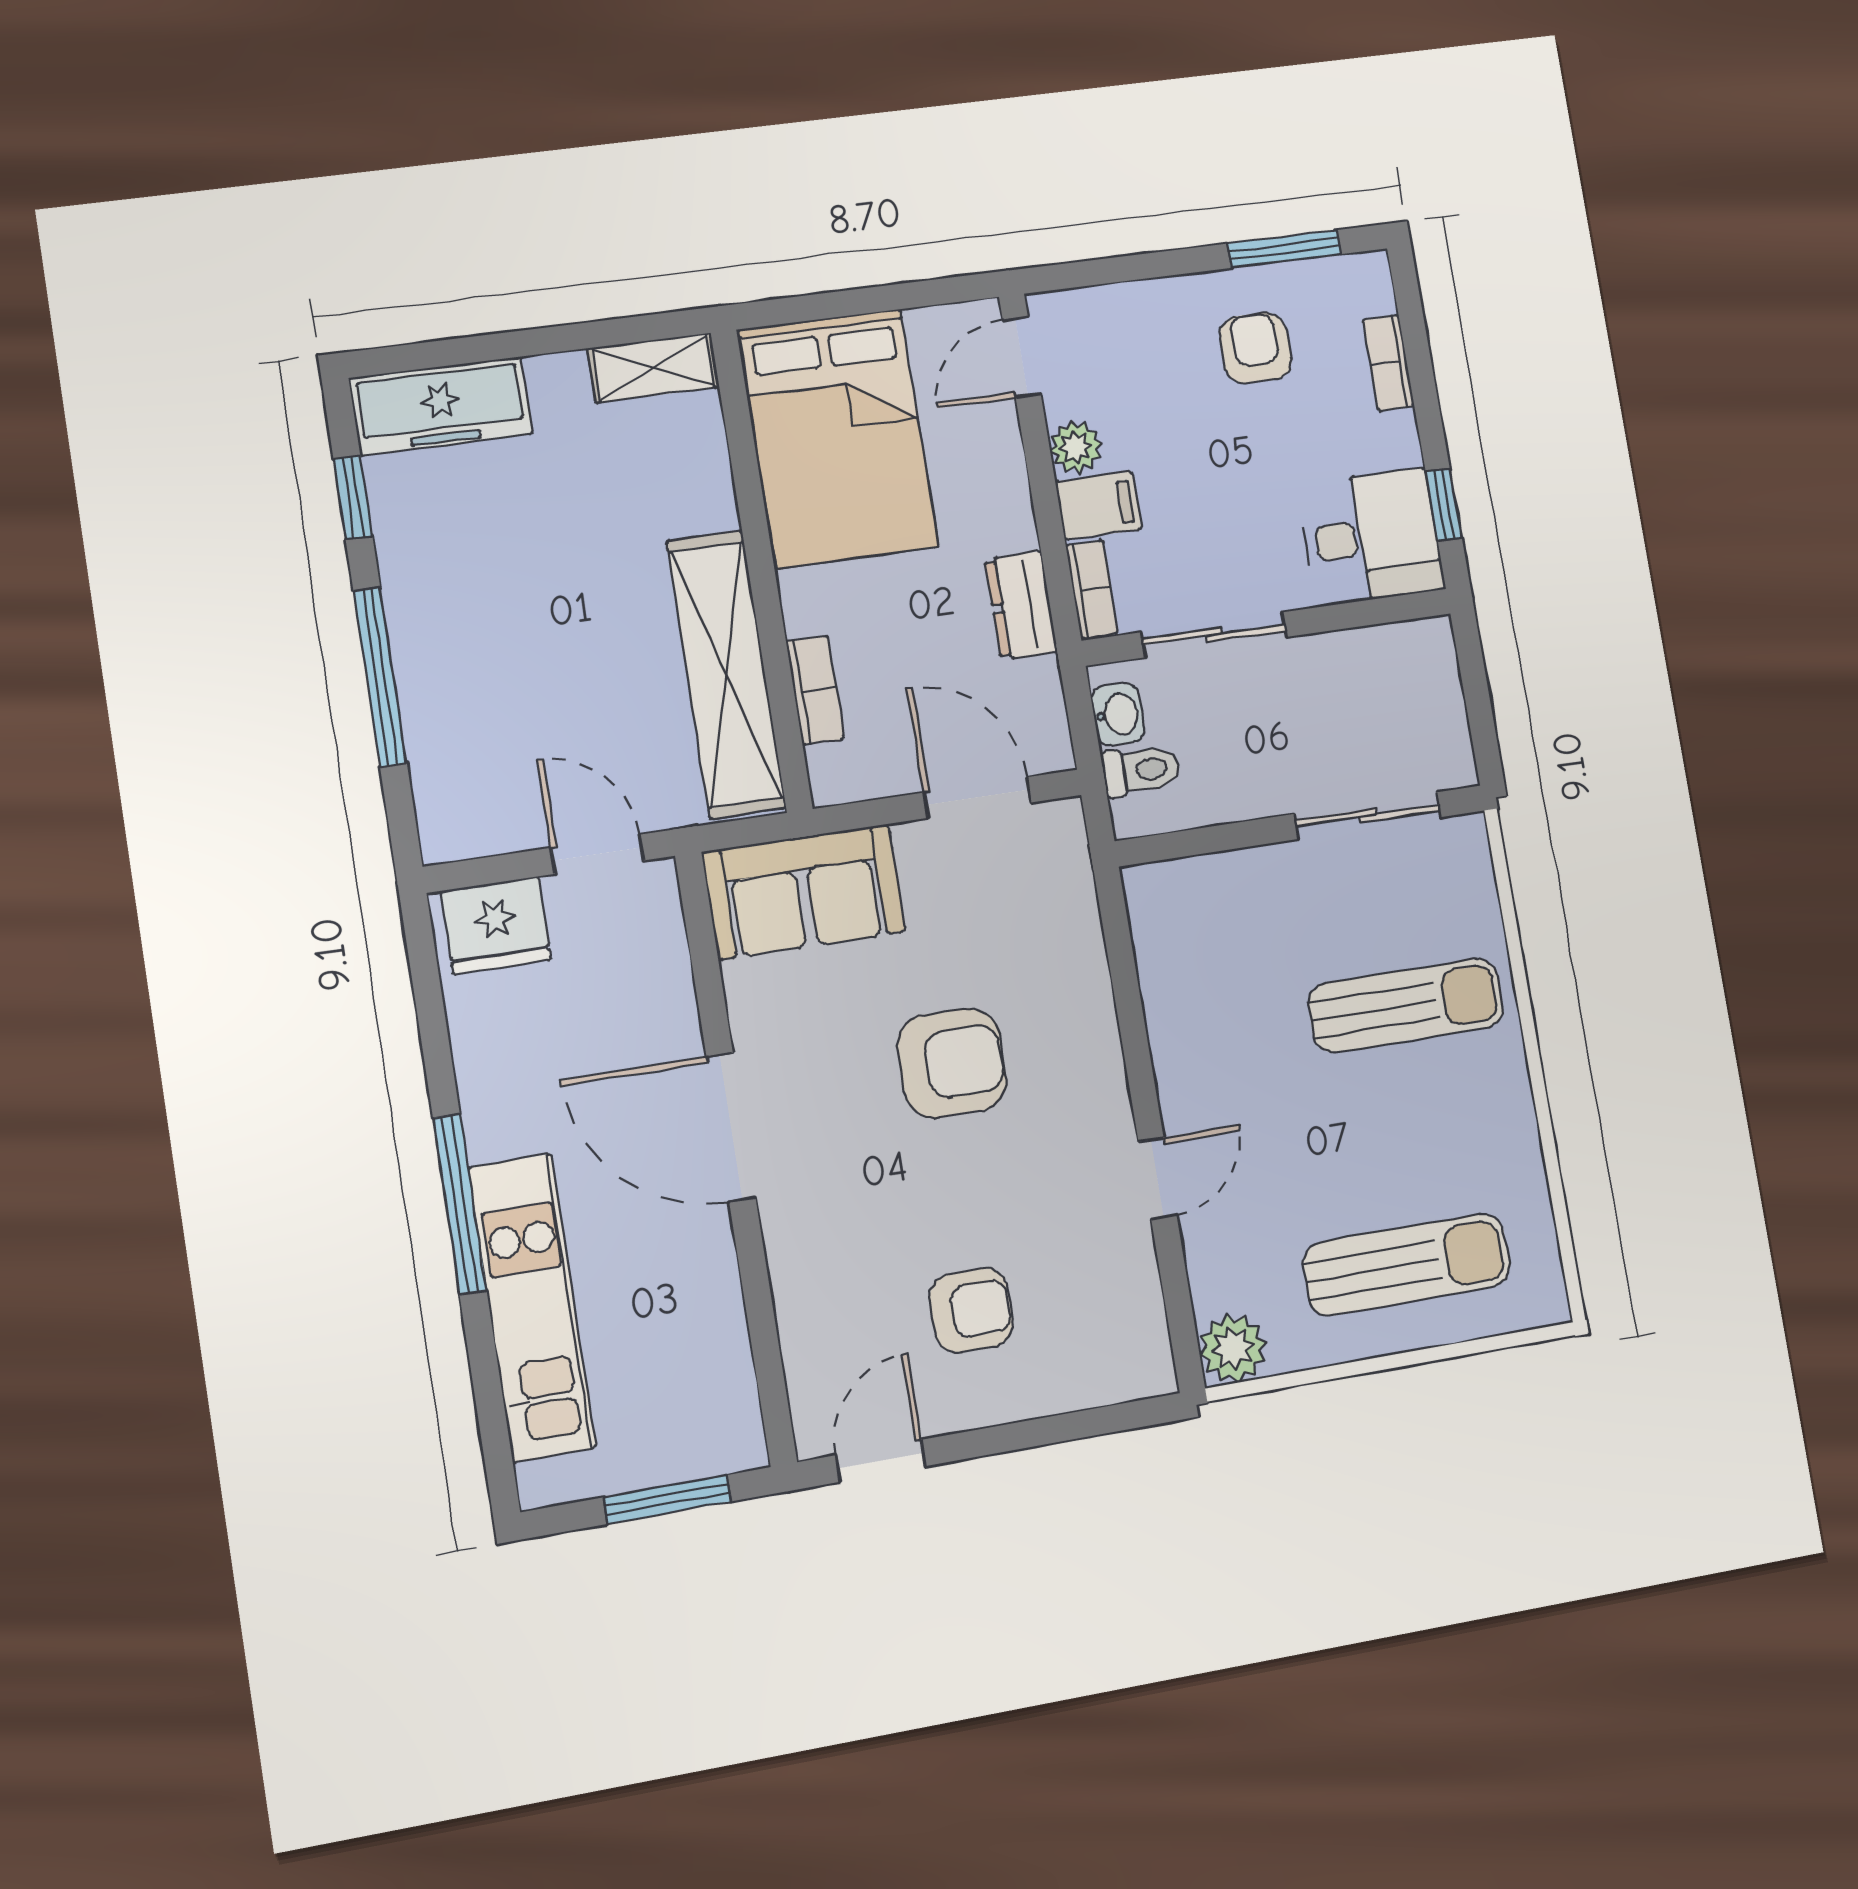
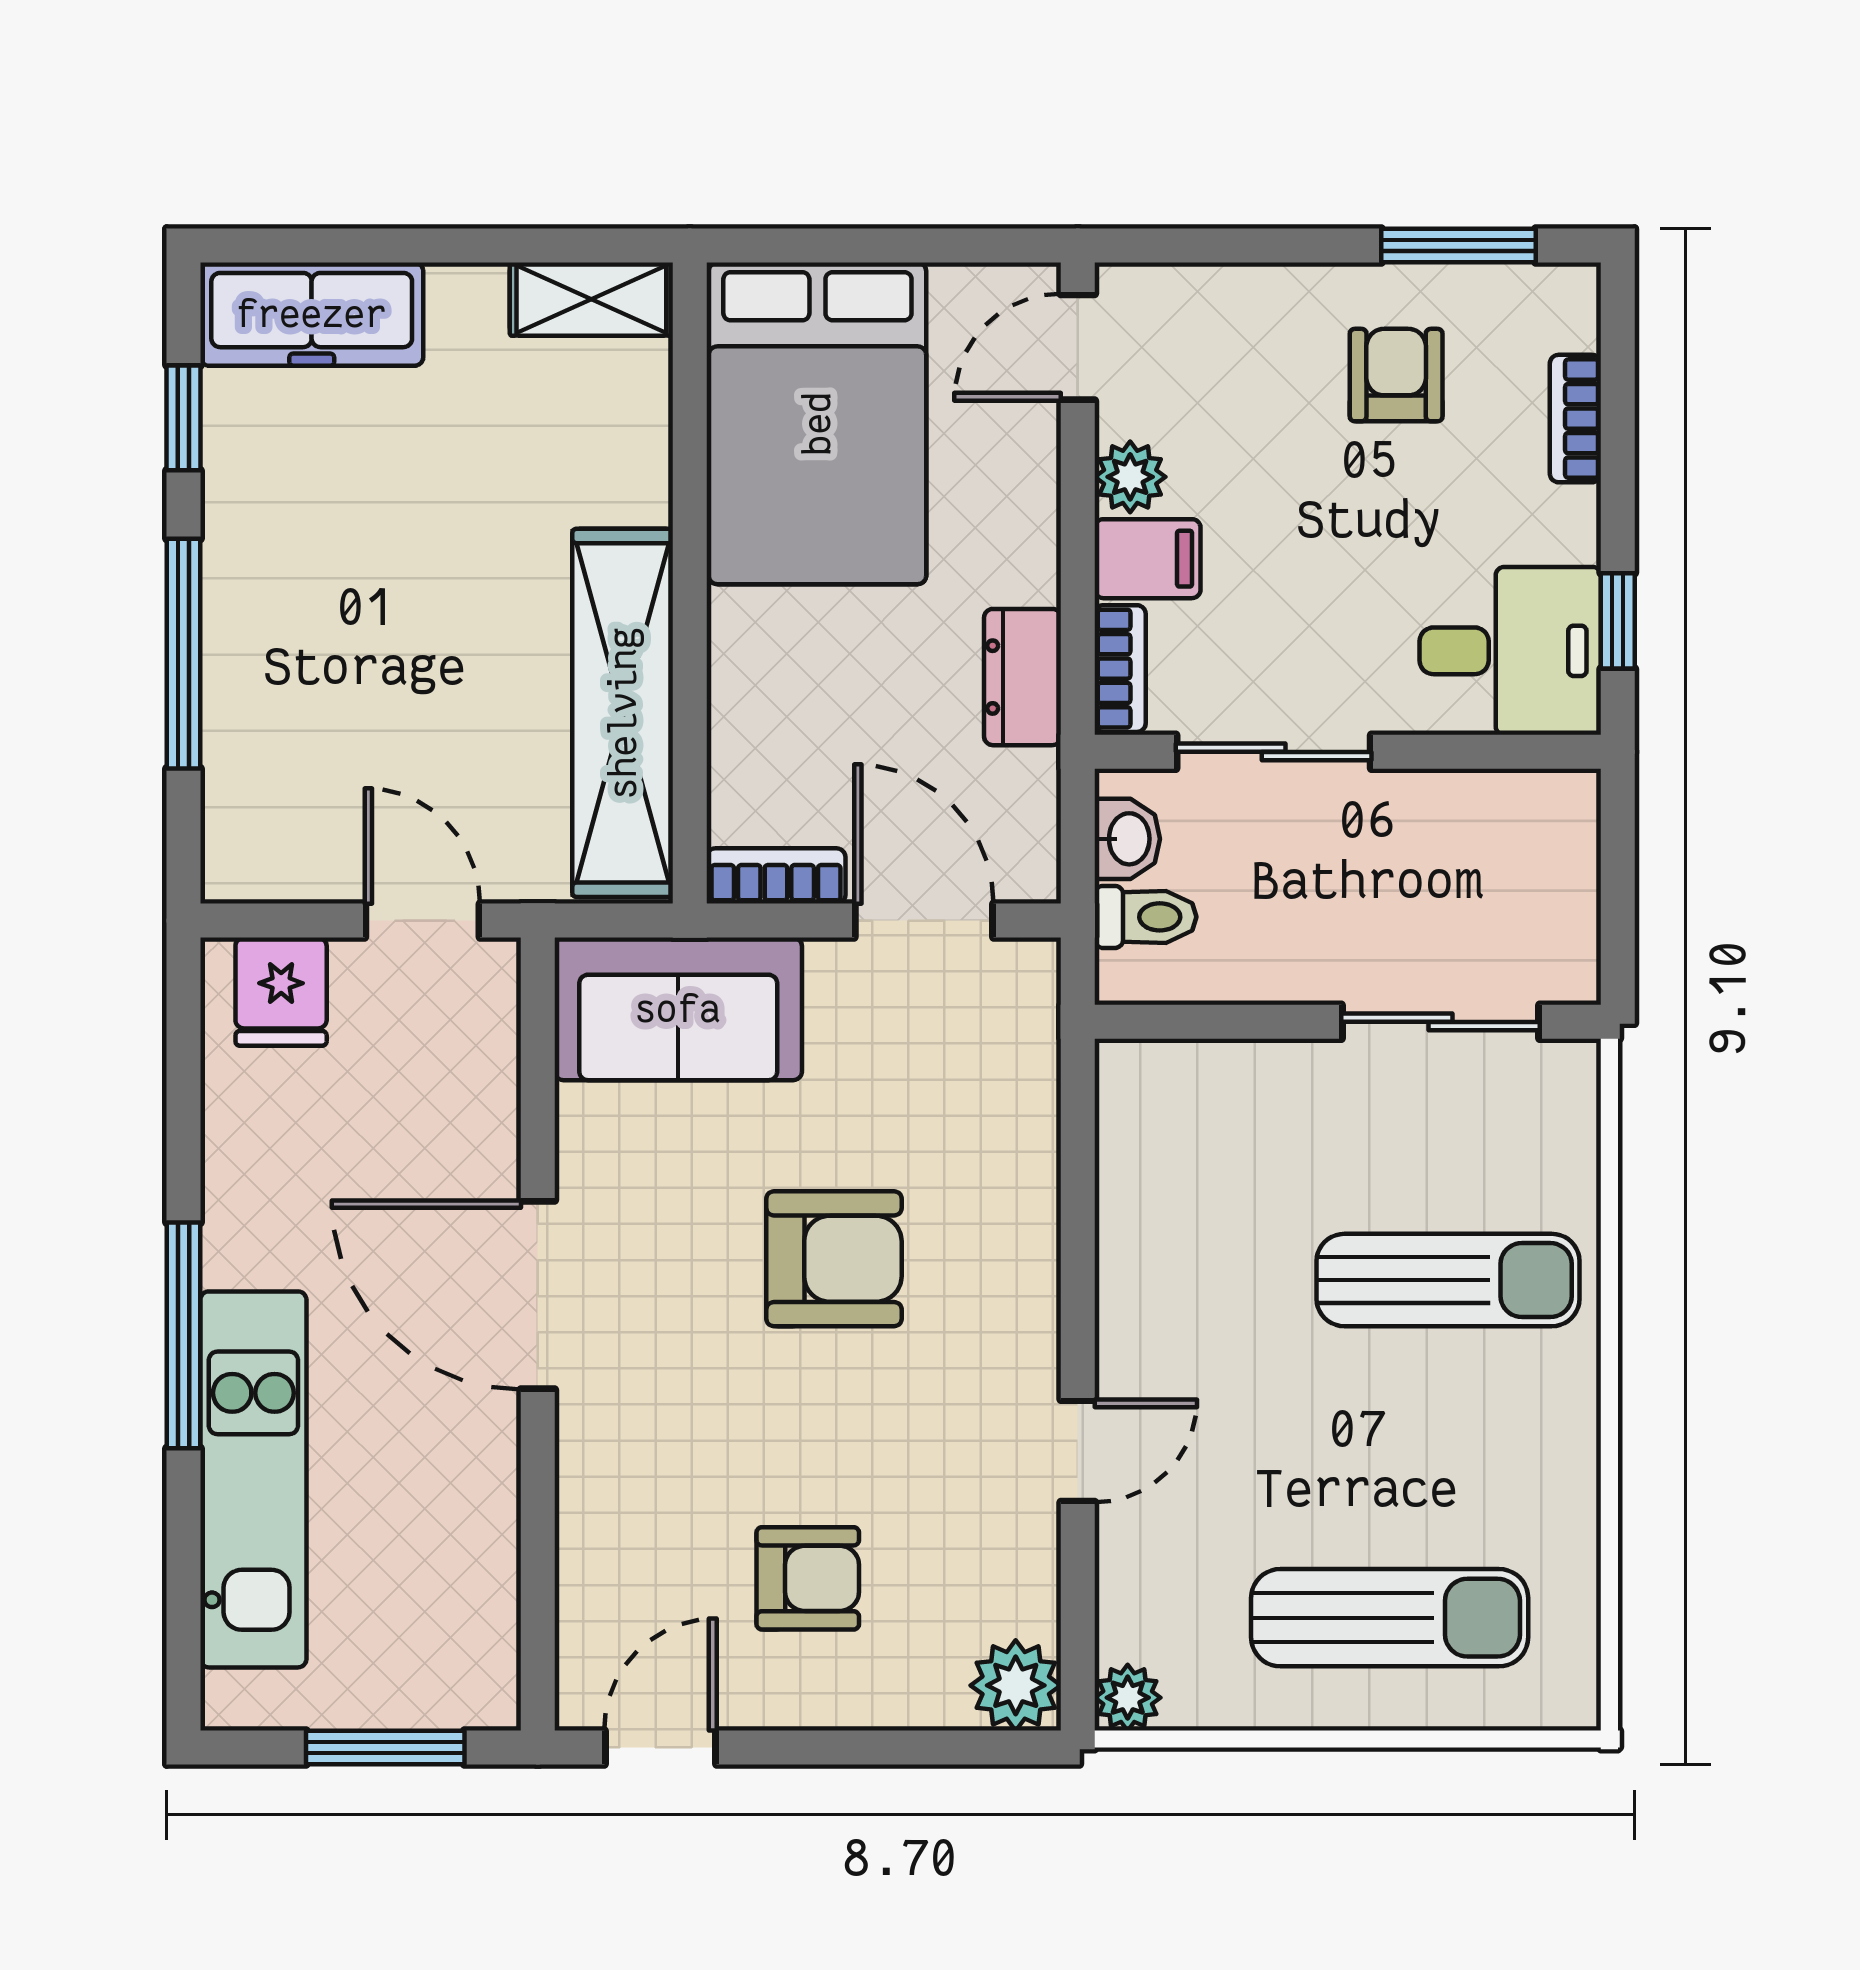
bookcase: (815, 690) -> (776, 876), moved, turned -90
fridge: (496, 925) -> (281, 992), width x0.72
plant: (1233, 1348) -> (1128, 1698), width x0.73, depth x0.73
plant: (1141, 1365) -> (1016, 1685), added

